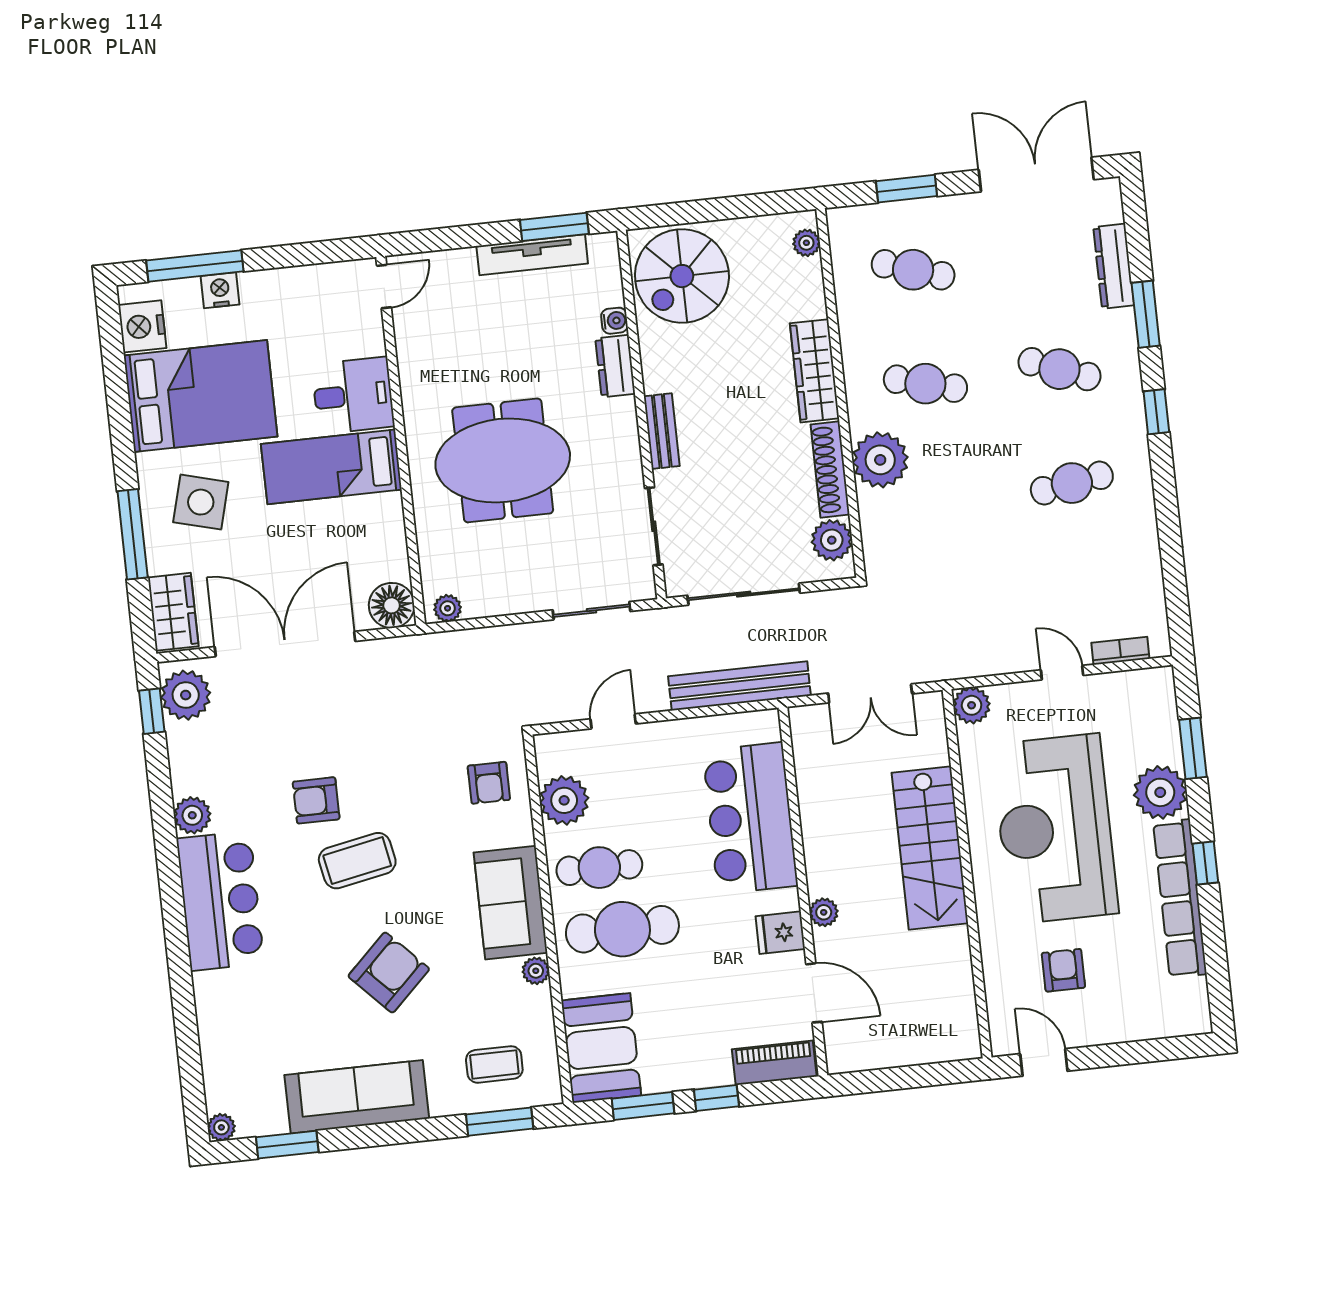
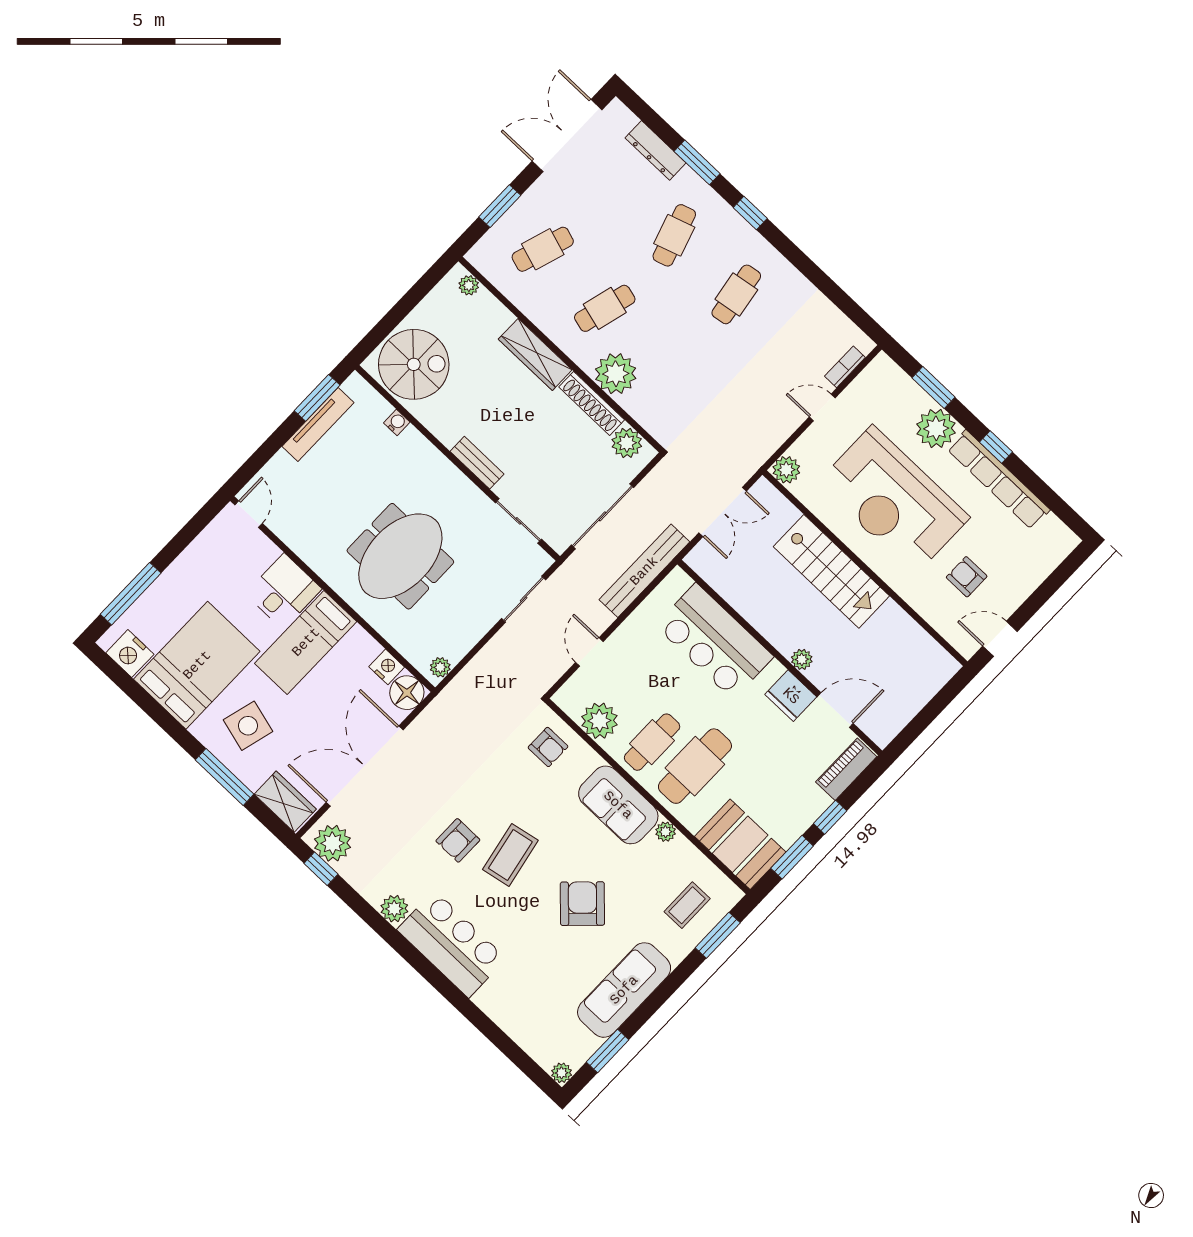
spiral stairs: (682, 276) -> (414, 364), turned -90
nightstand: (220, 290) -> (387, 667), moved, turned 90
dresser: (615, 366) -> (419, 448), removed
cafe table: (1059, 369) -> (674, 235), turned -39
fridge: (780, 933) -> (791, 696), width x1.38

